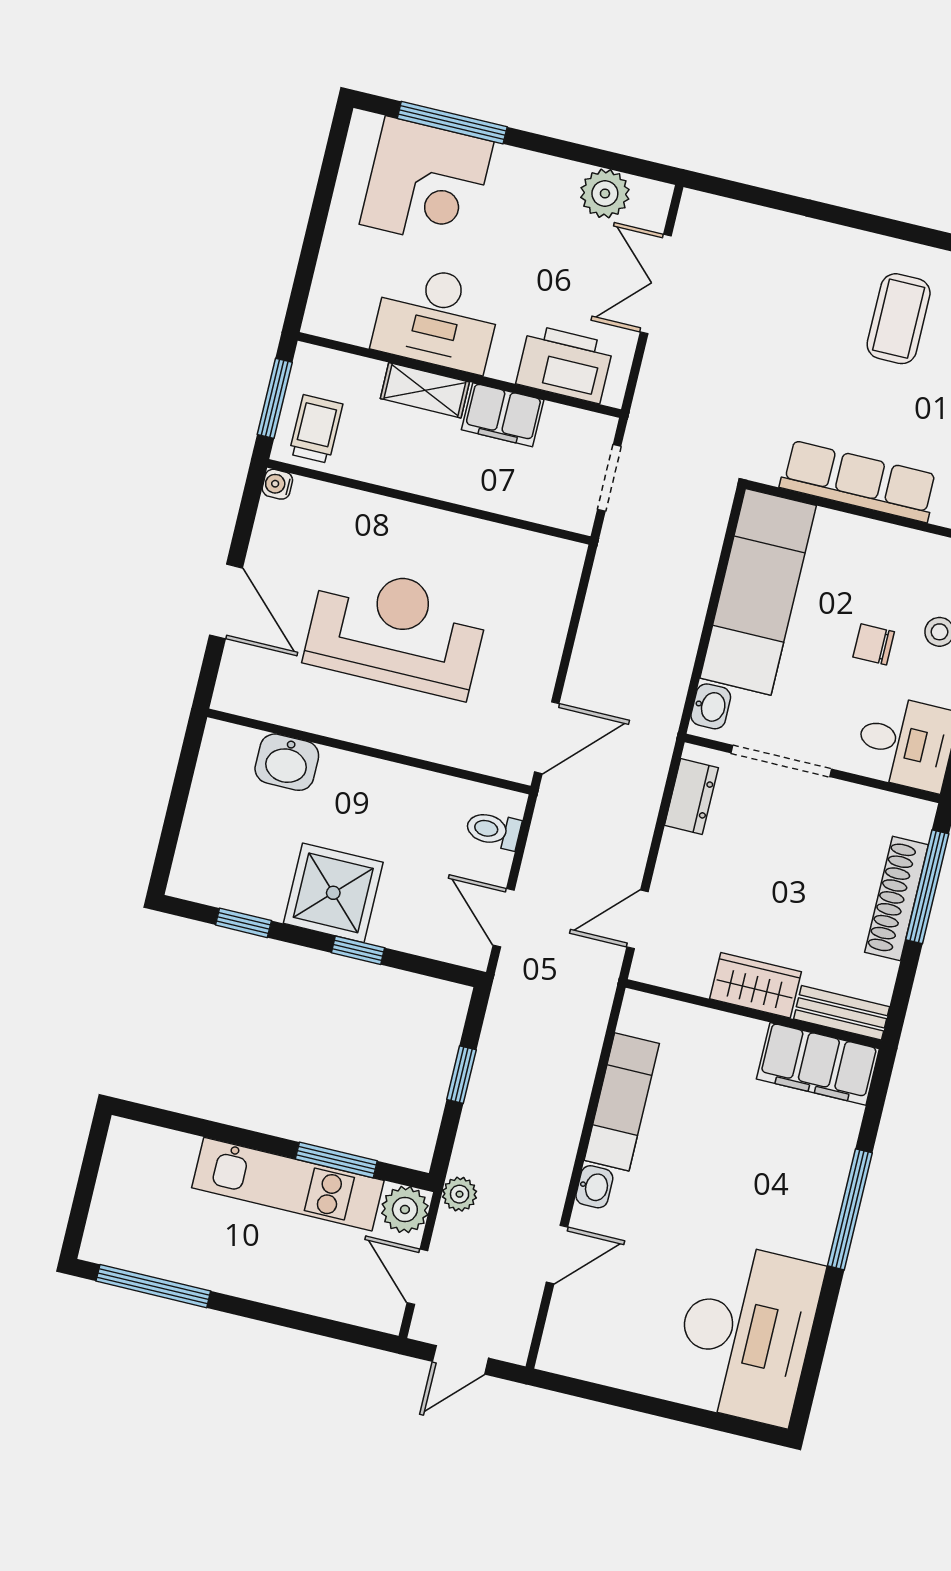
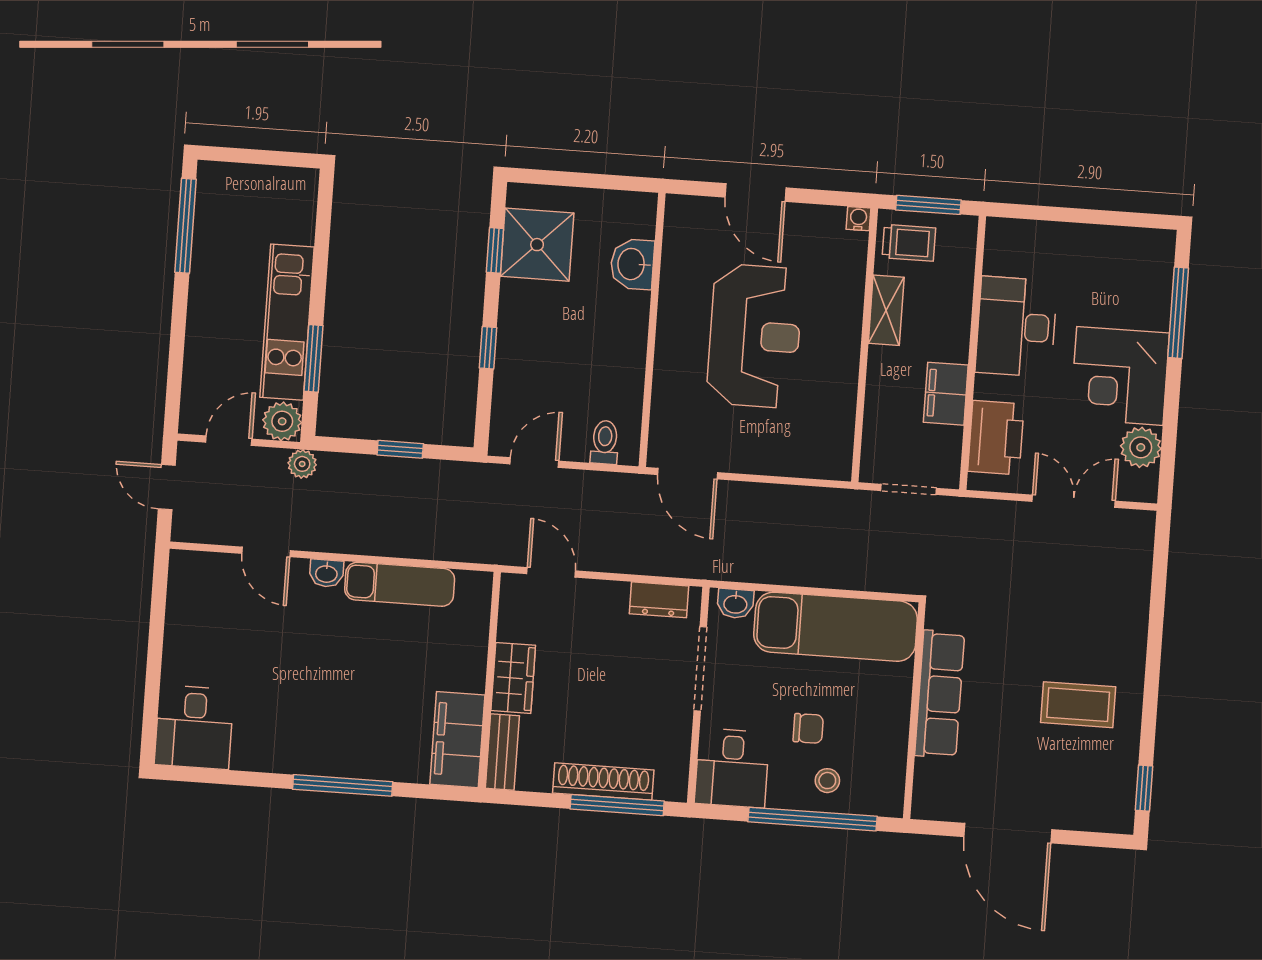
corner desk: (427, 183) -> (1120, 376), moved
shelving: (425, 390) -> (886, 310), moved
door: (226, 601) -> (756, 193), hinge flipped
chair: (874, 644) -> (808, 728), turned 90
shower: (333, 893) -> (537, 245), moved
desk: (746, 1333) -> (194, 727), width x0.53, depth x0.77

